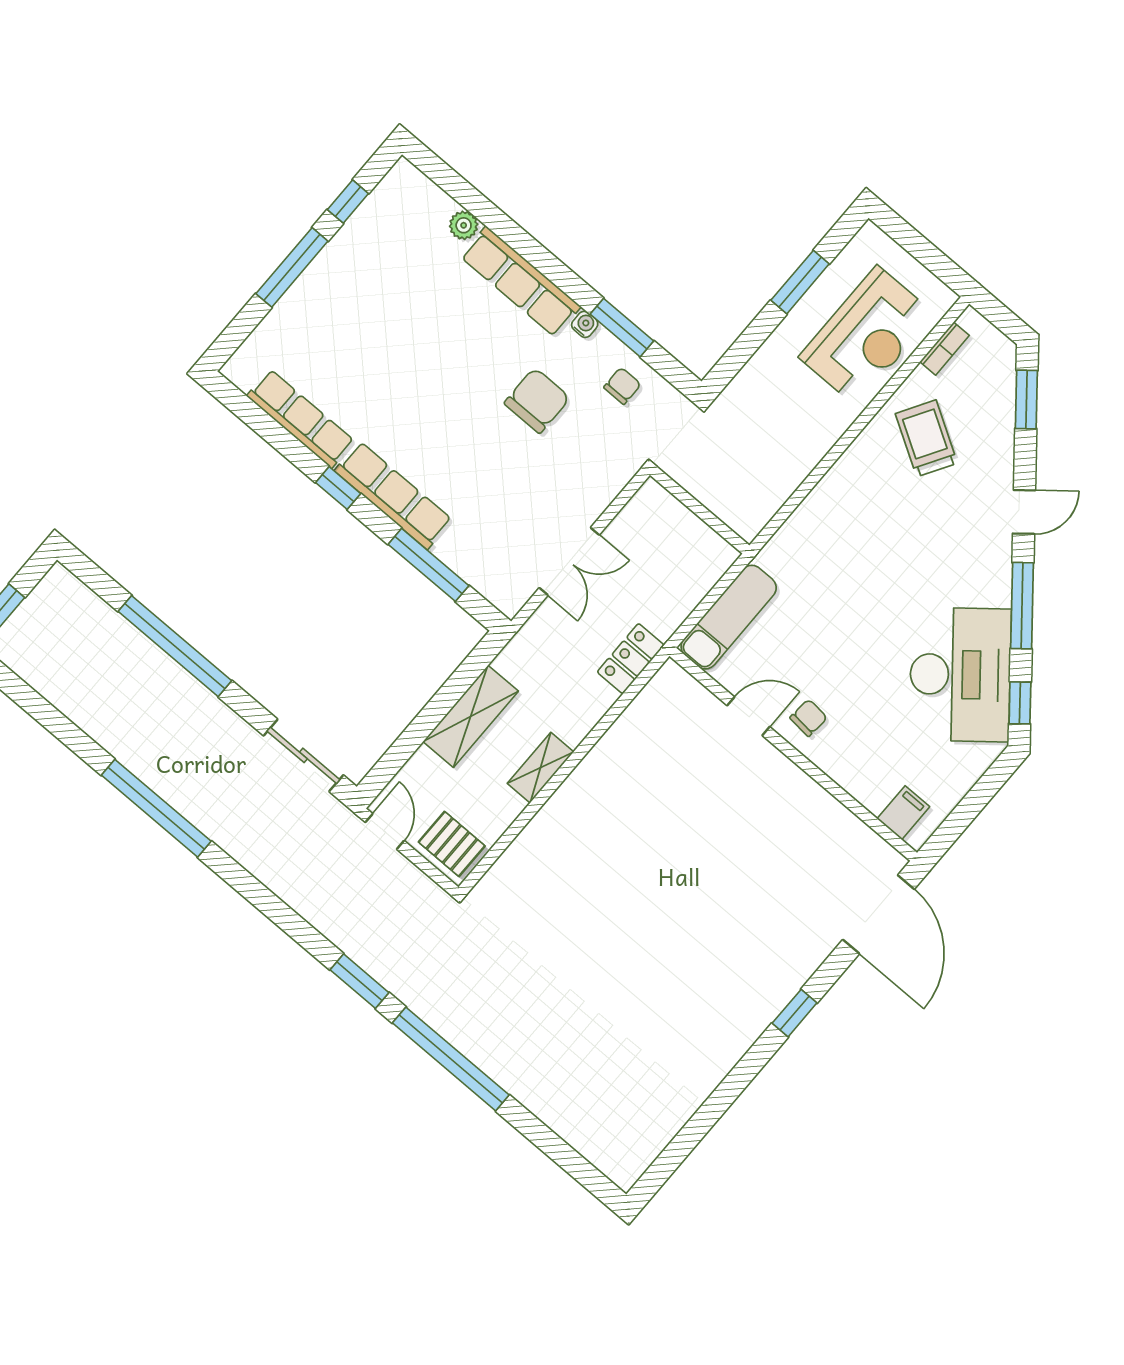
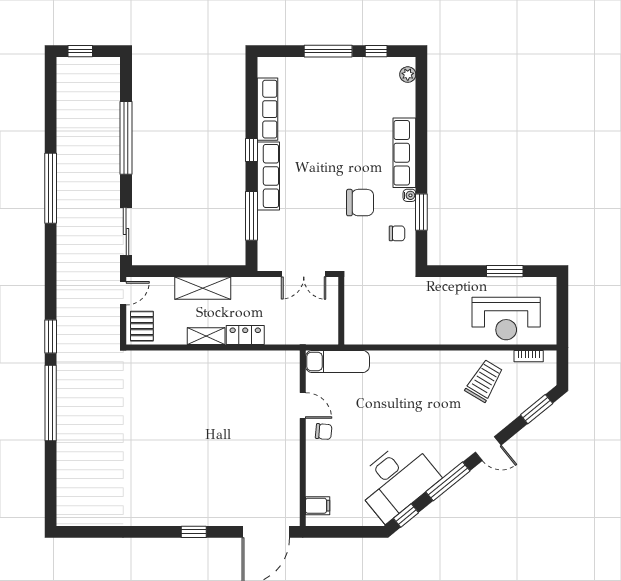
plant: (464, 225) -> (408, 75), moved
wall: (700, 510) -> (341, 311), moved
locker: (631, 659) -> (245, 335), moved

